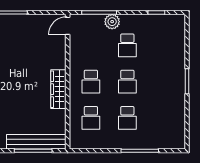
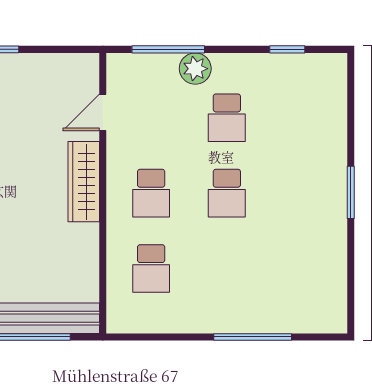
door: (68, 26) -> (103, 112), moved
wardrobe: (58, 89) -> (84, 182), moved
school desk: (127, 118) -> (227, 268), removed

